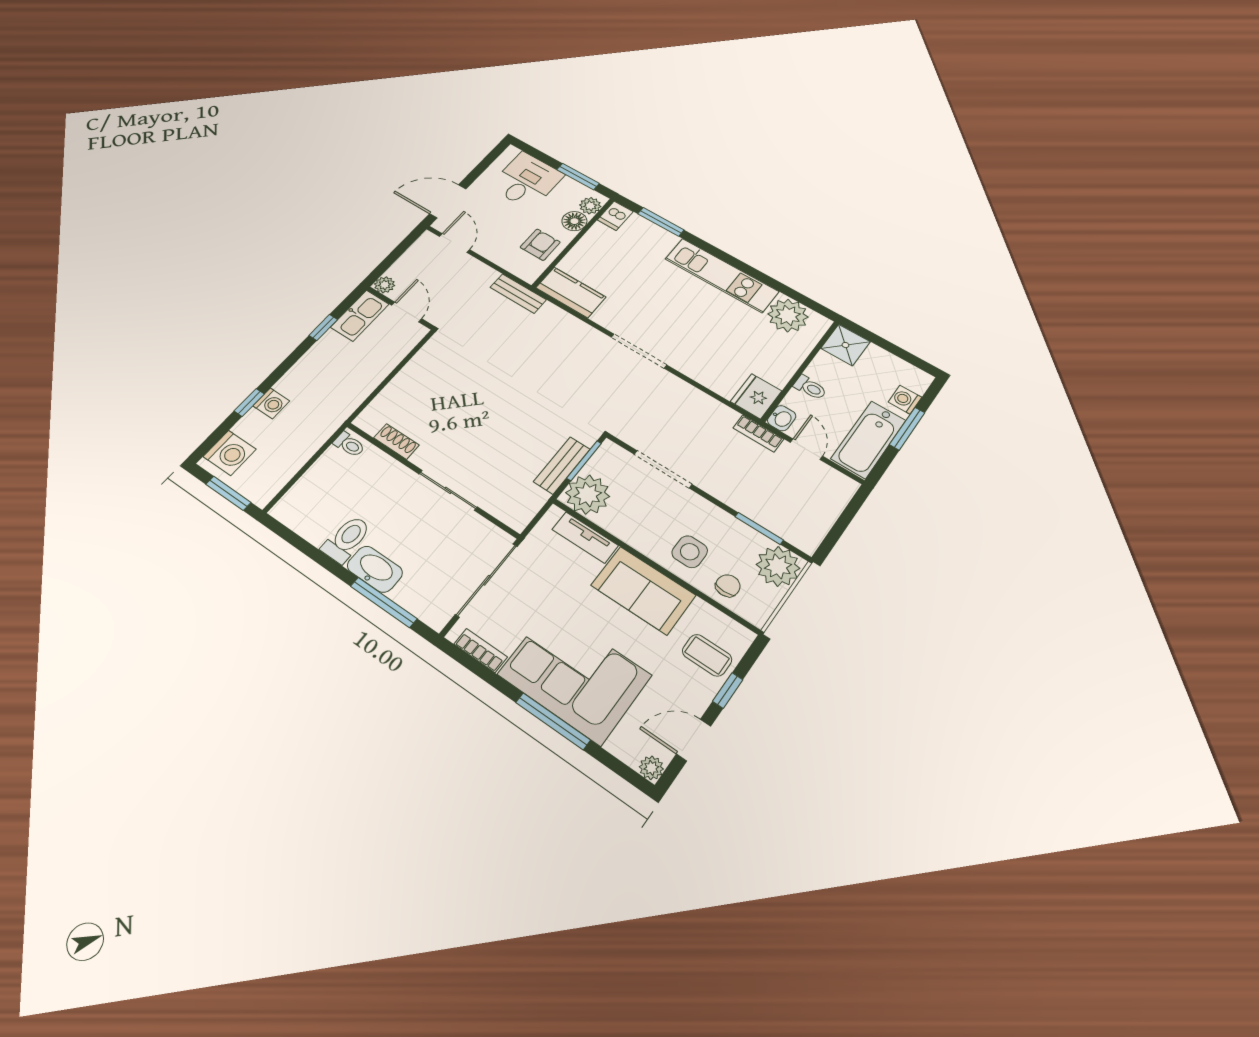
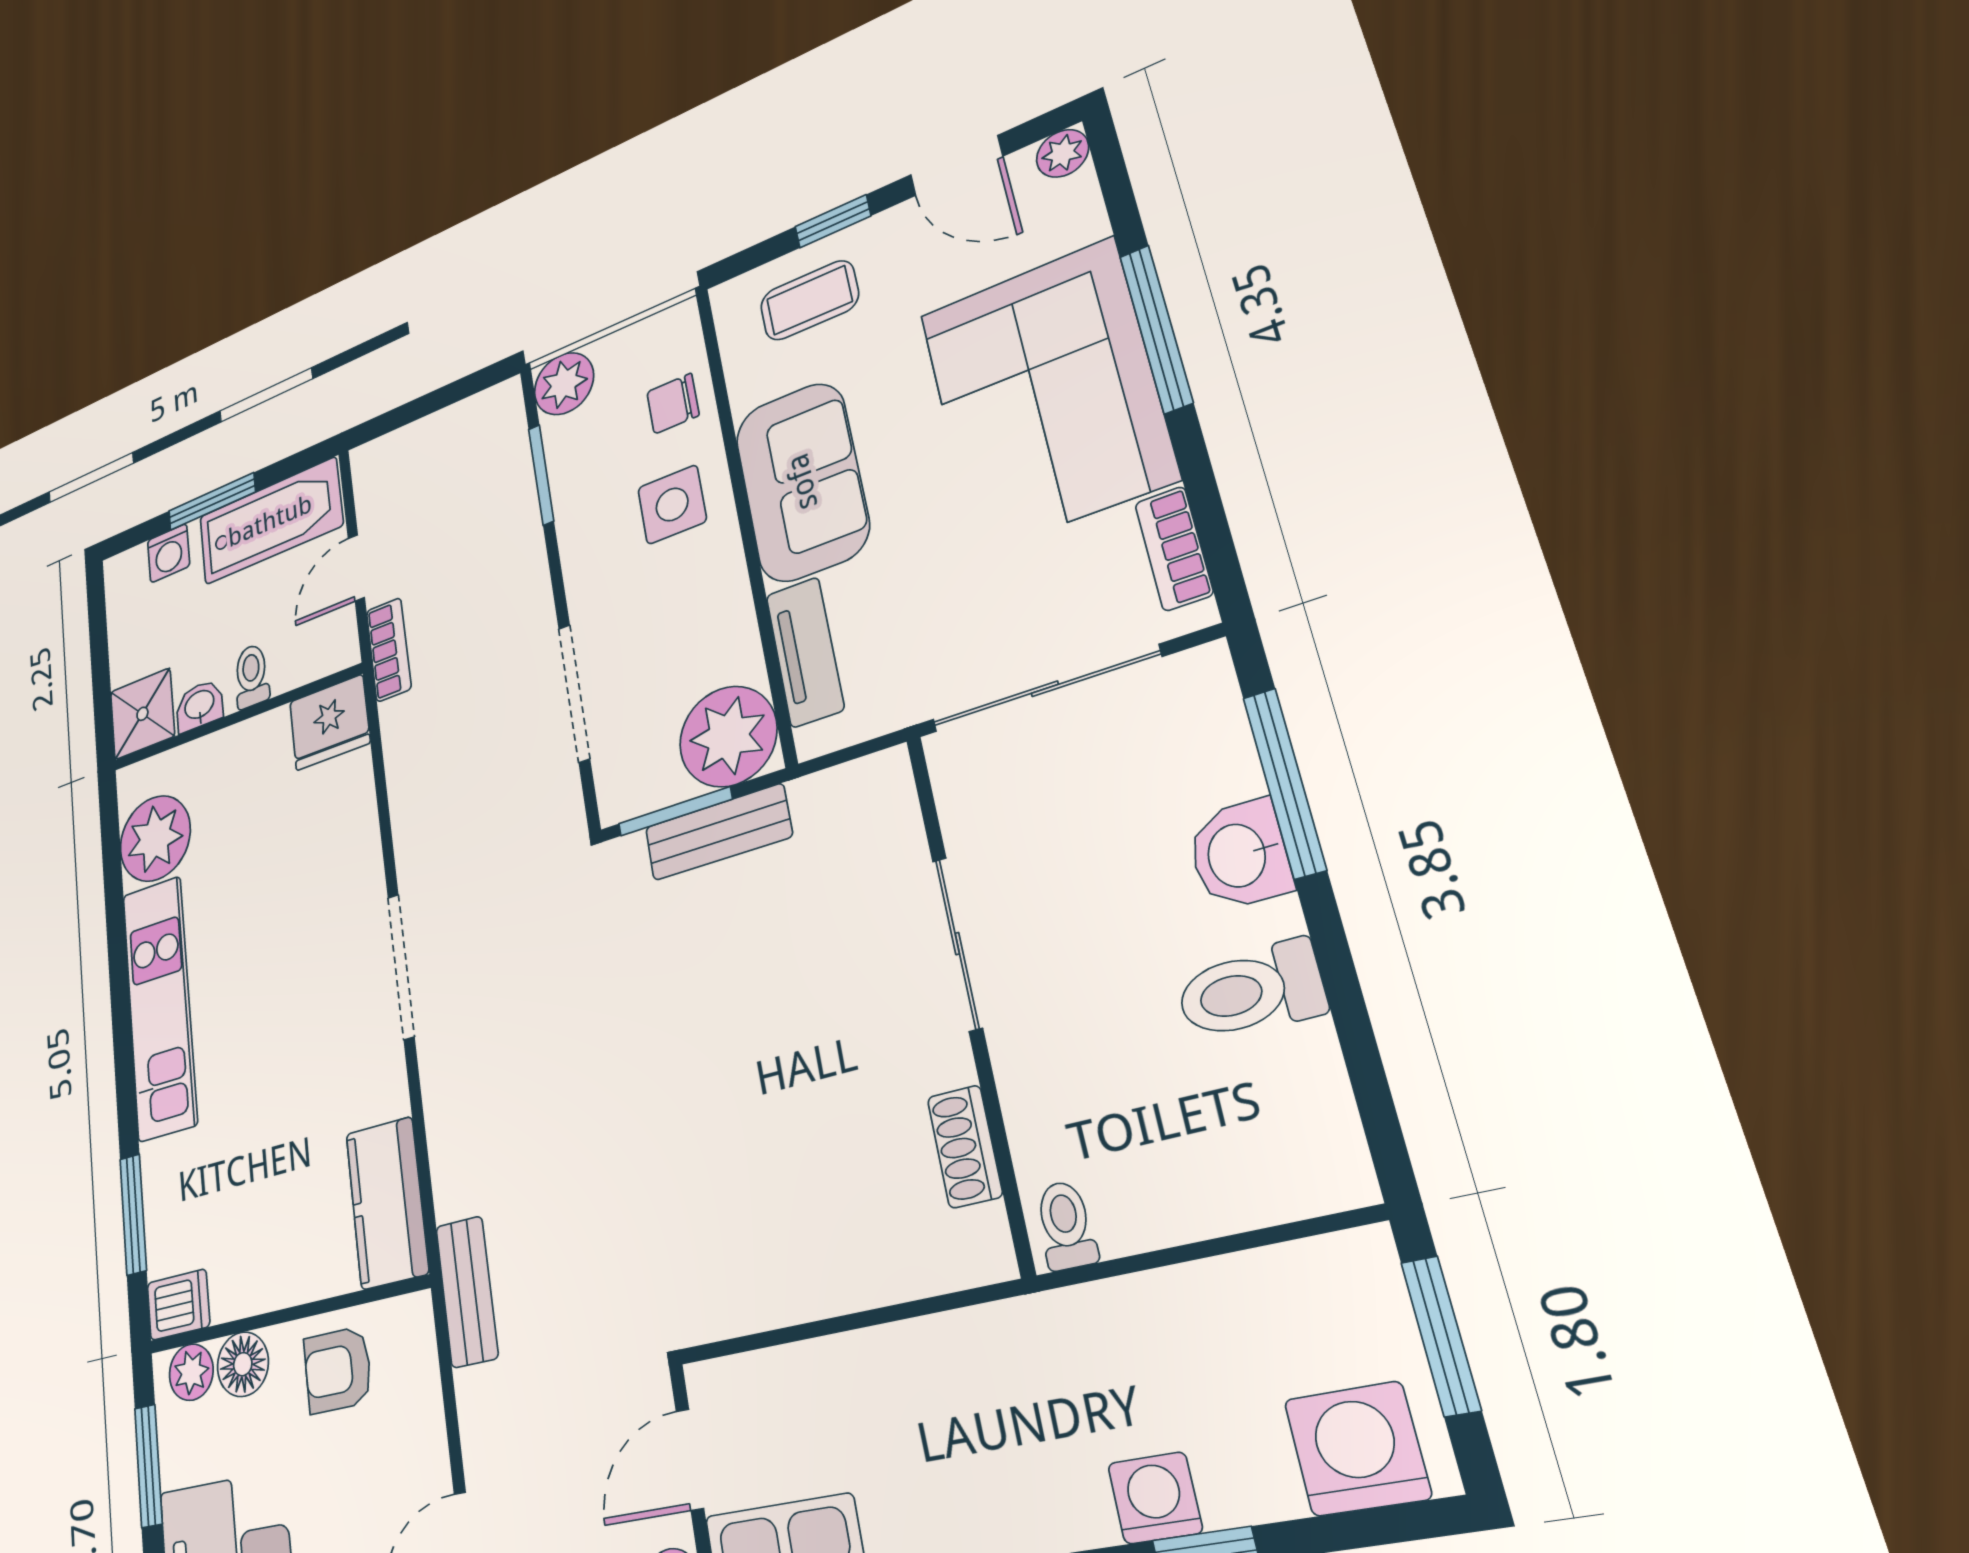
washbasin: (782, 418) -> (199, 706), moved
plant: (778, 566) -> (564, 384), width x0.73, depth x0.73
washbasin: (375, 569) -> (1239, 855), width x0.72
coffee table: (707, 655) -> (809, 300), turned 90

